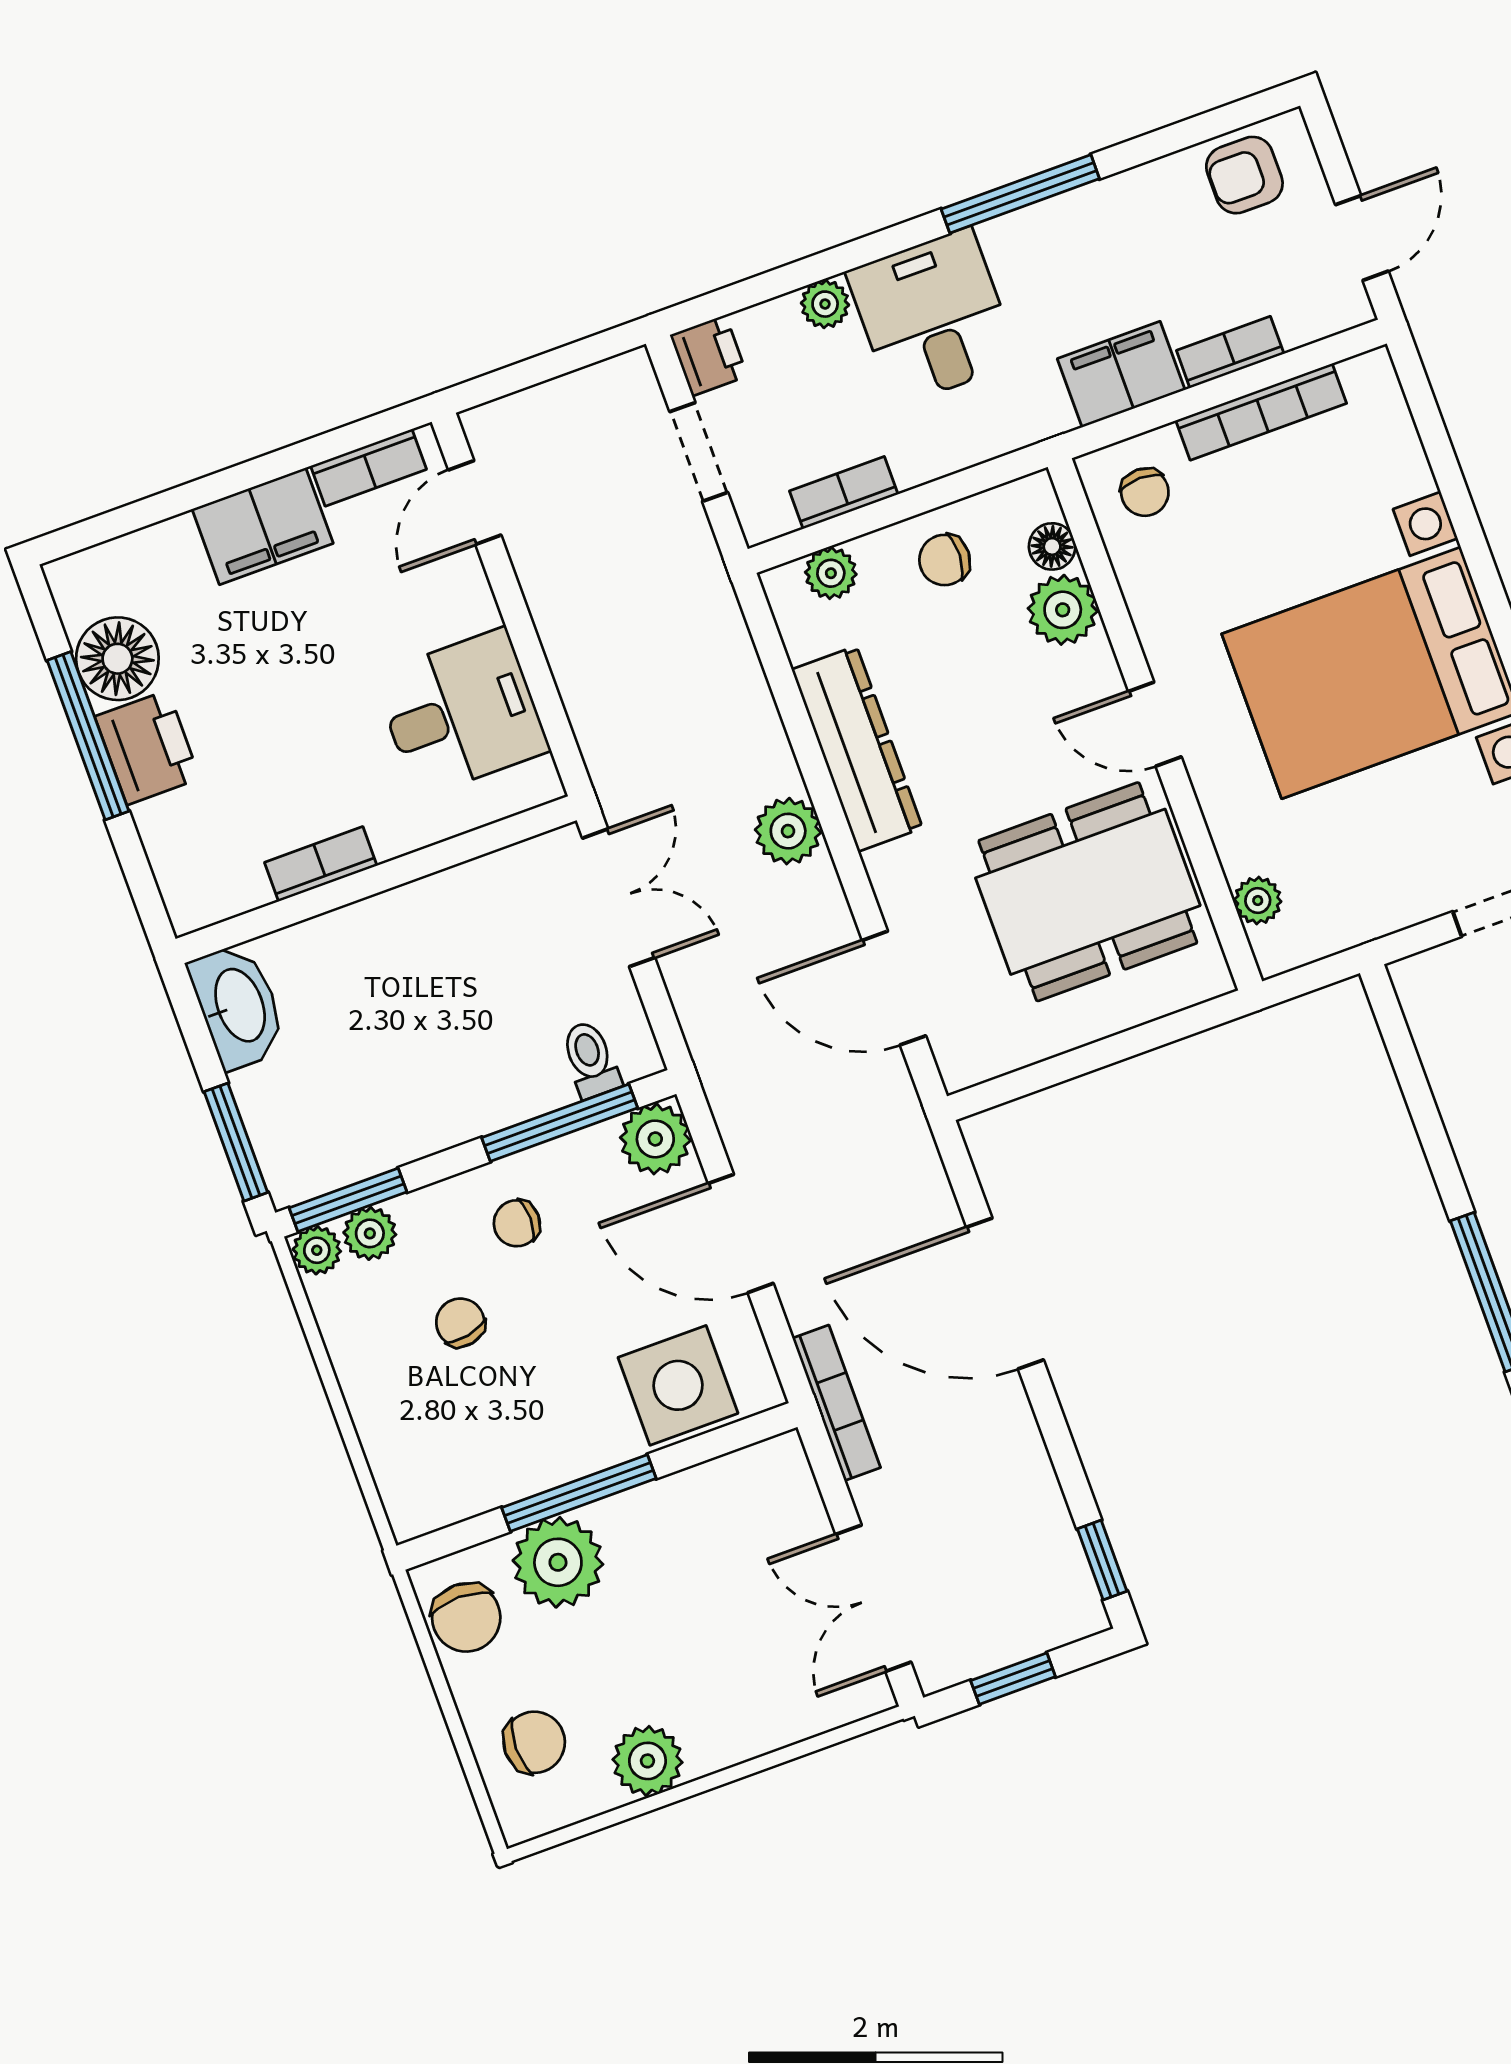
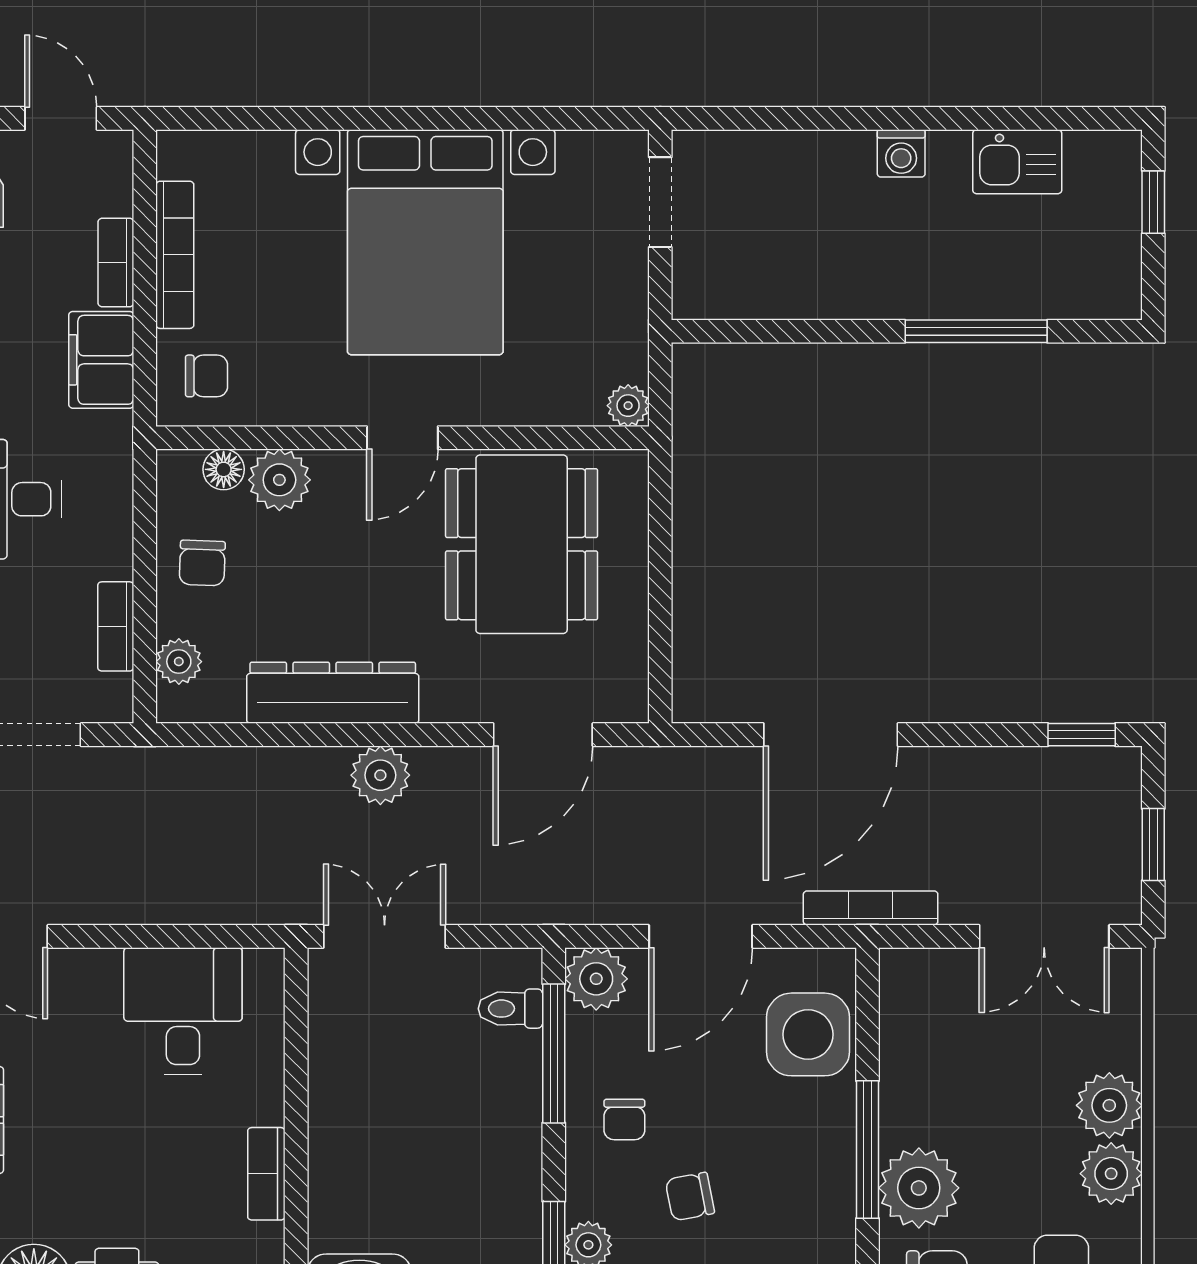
plant: (1258, 901) -> (628, 406), moved
plant: (719, 1733) -> (1109, 1105), added

